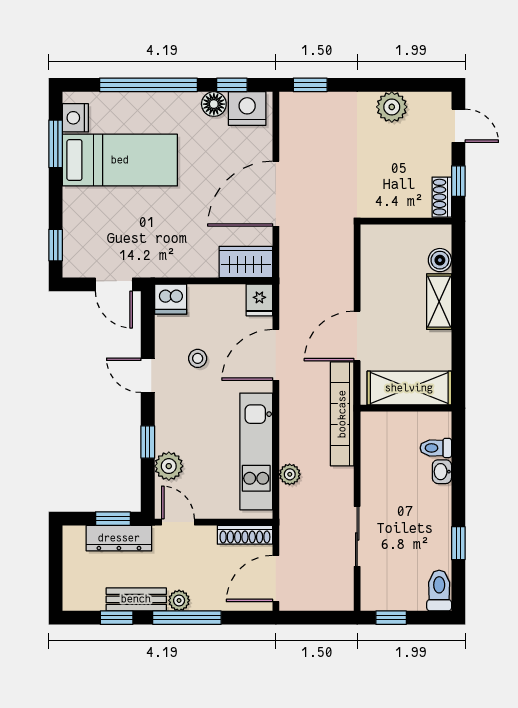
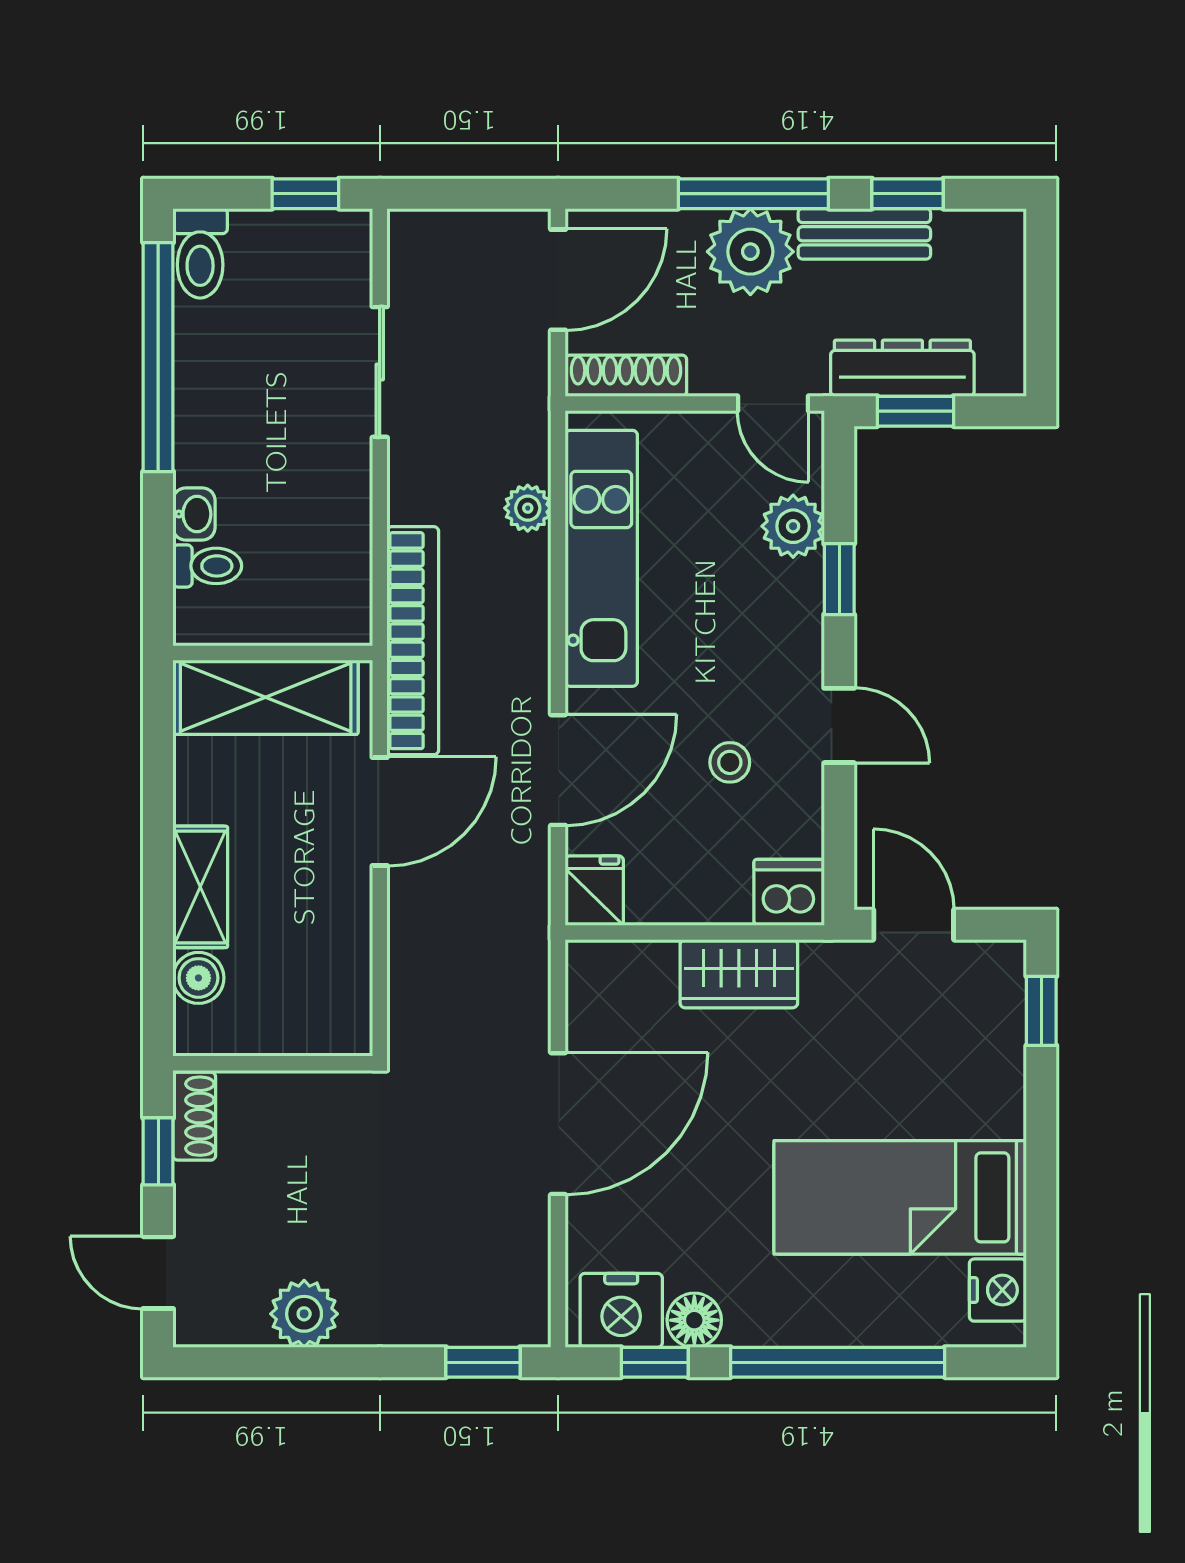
window: (56, 144) -> (1041, 1233), removed
wardrobe: (246, 262) -> (739, 974), moved
window: (458, 543) -> (158, 357), width x3.17
plant: (179, 600) -> (750, 252), width x1.87, depth x1.87

